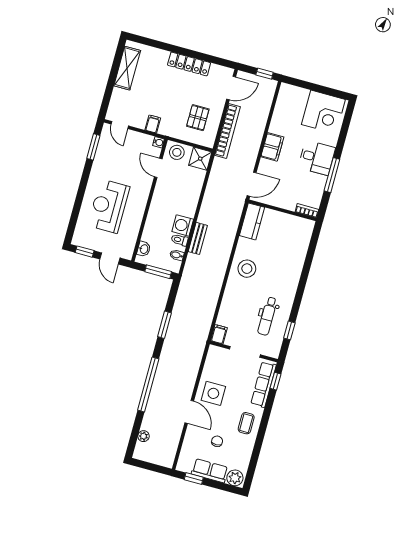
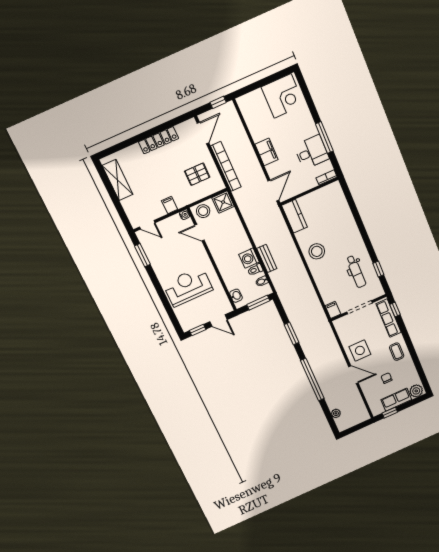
pallet: (198, 118) -> (197, 174), turned 90
desk: (317, 158) -> (312, 152), moved
reception desk: (109, 206) -> (188, 287), turned 90

